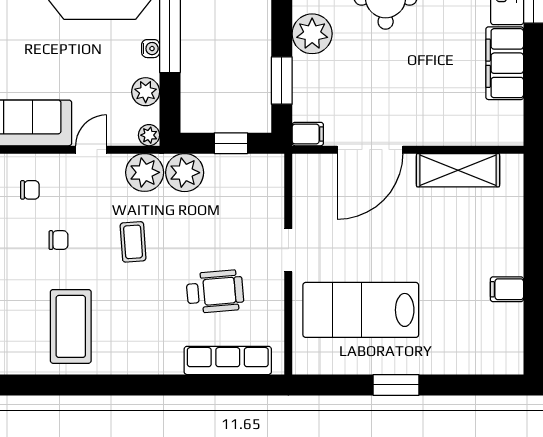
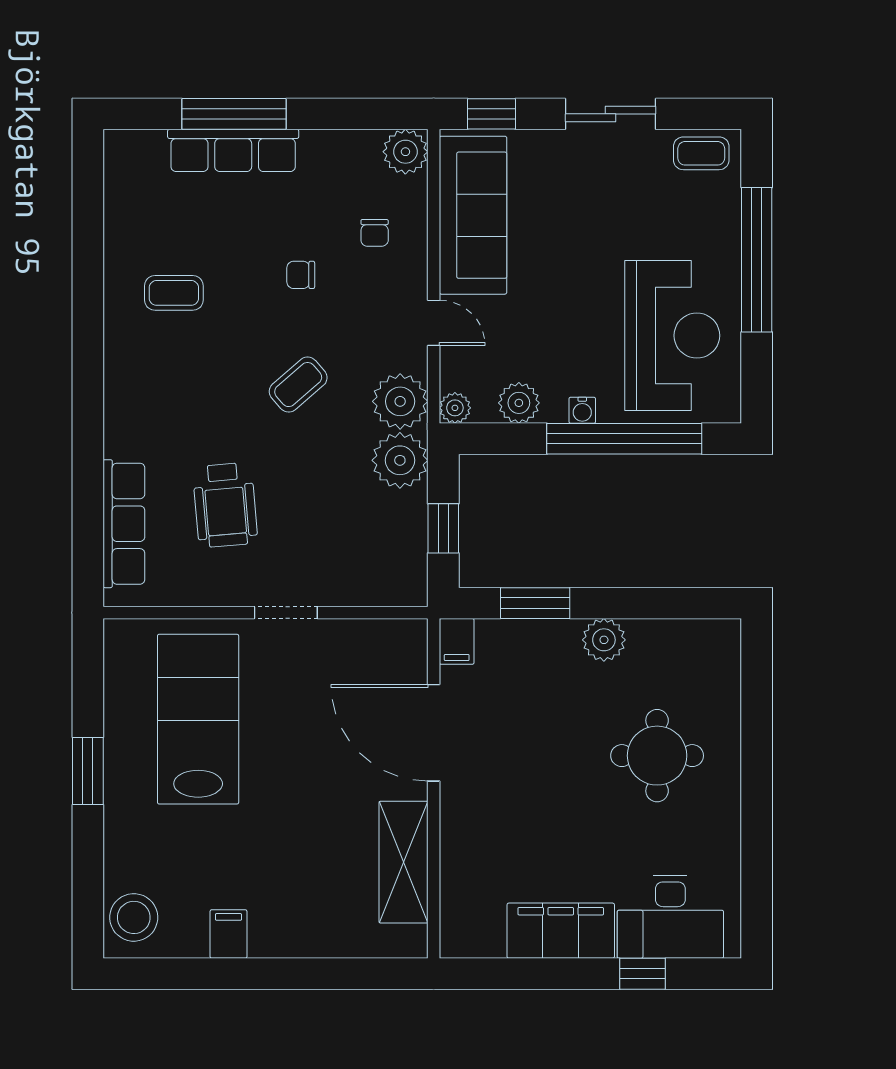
plant: (312, 34) -> (604, 640), width x0.73, depth x0.73
chair: (58, 240) -> (301, 275), turned 90
coffee table: (133, 242) -> (298, 385), turned -37
coffee table: (71, 326) -> (174, 293), width x0.54, depth x0.58
stool: (496, 354) -> (134, 917), added

